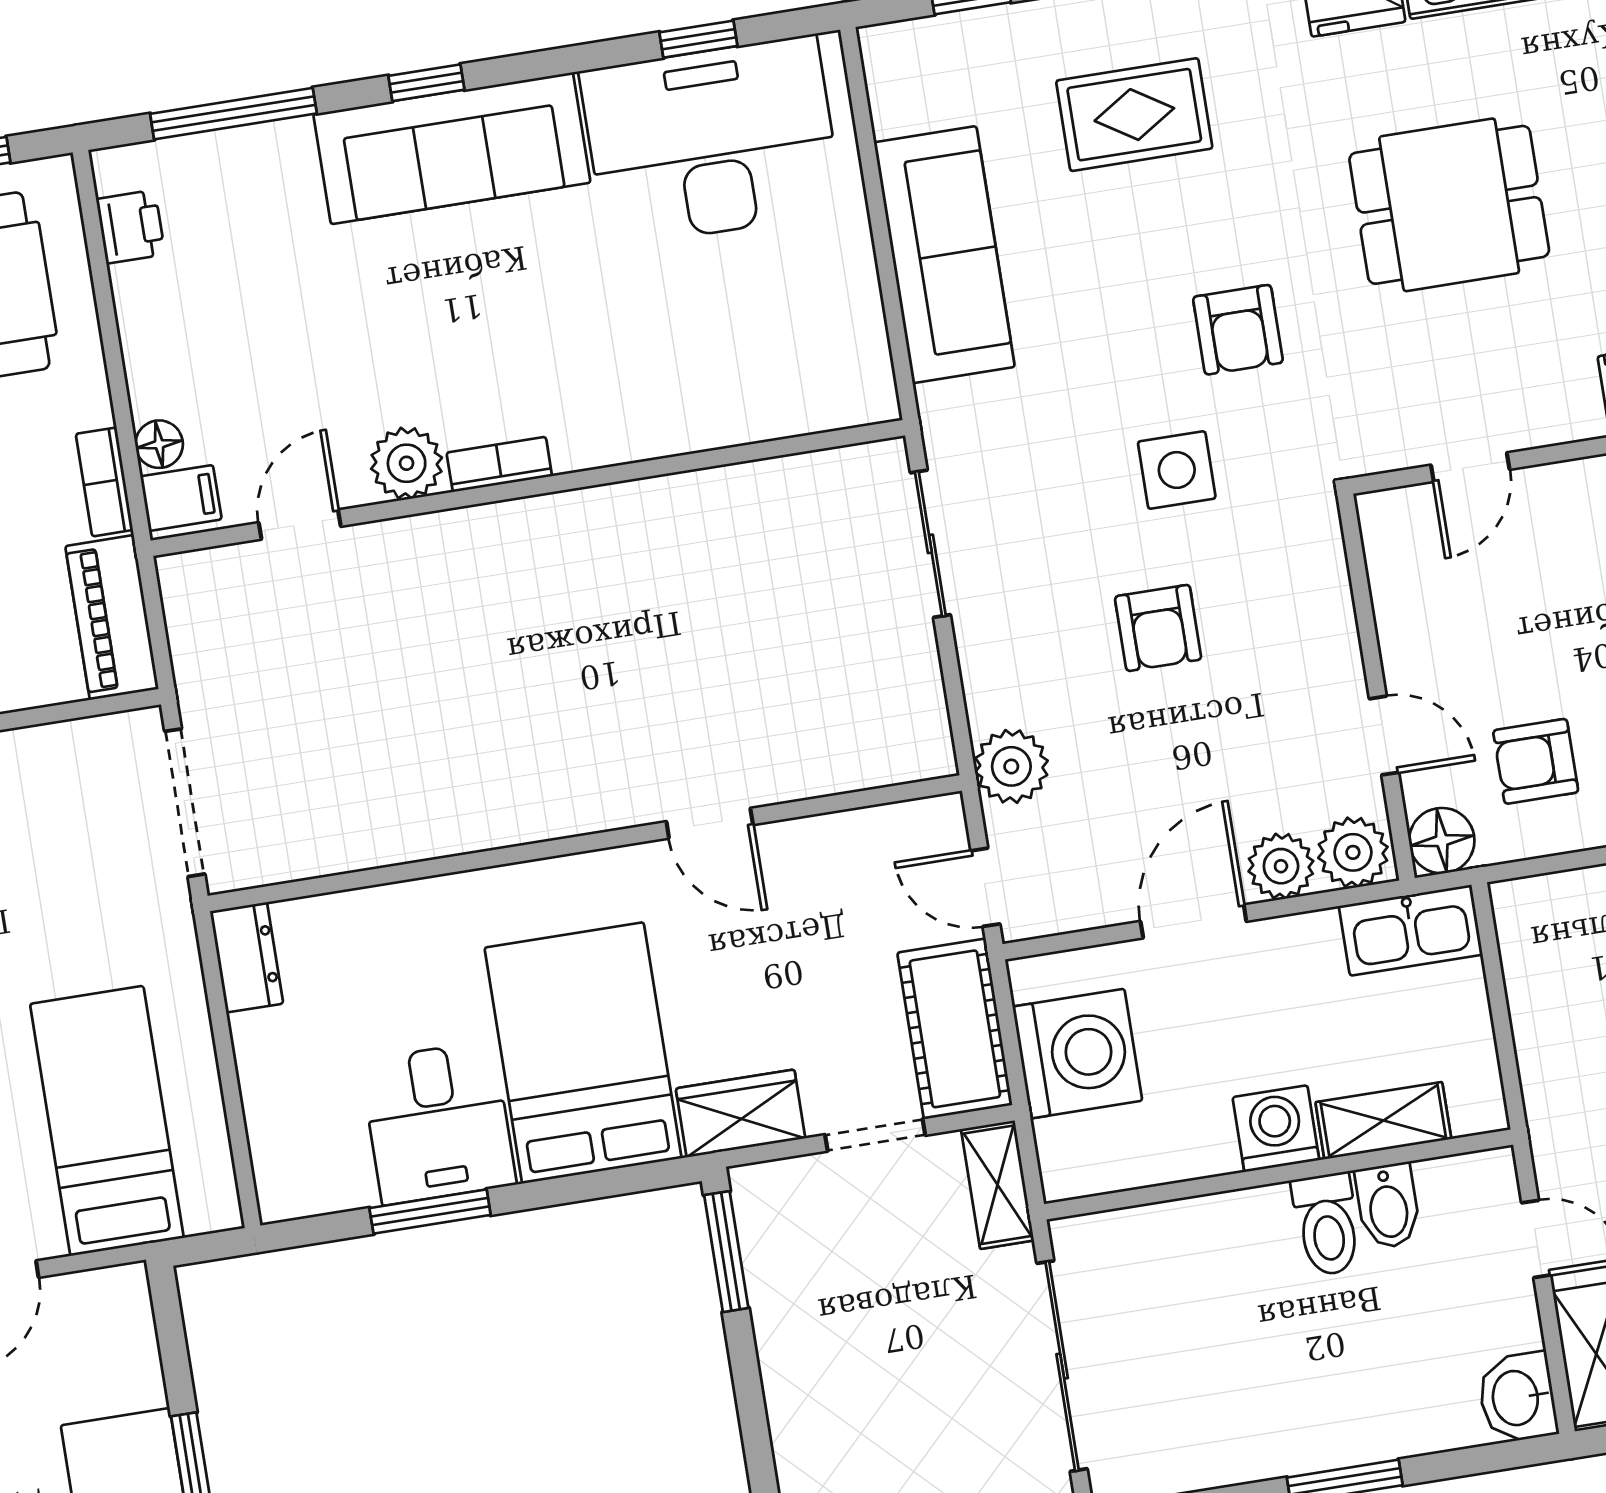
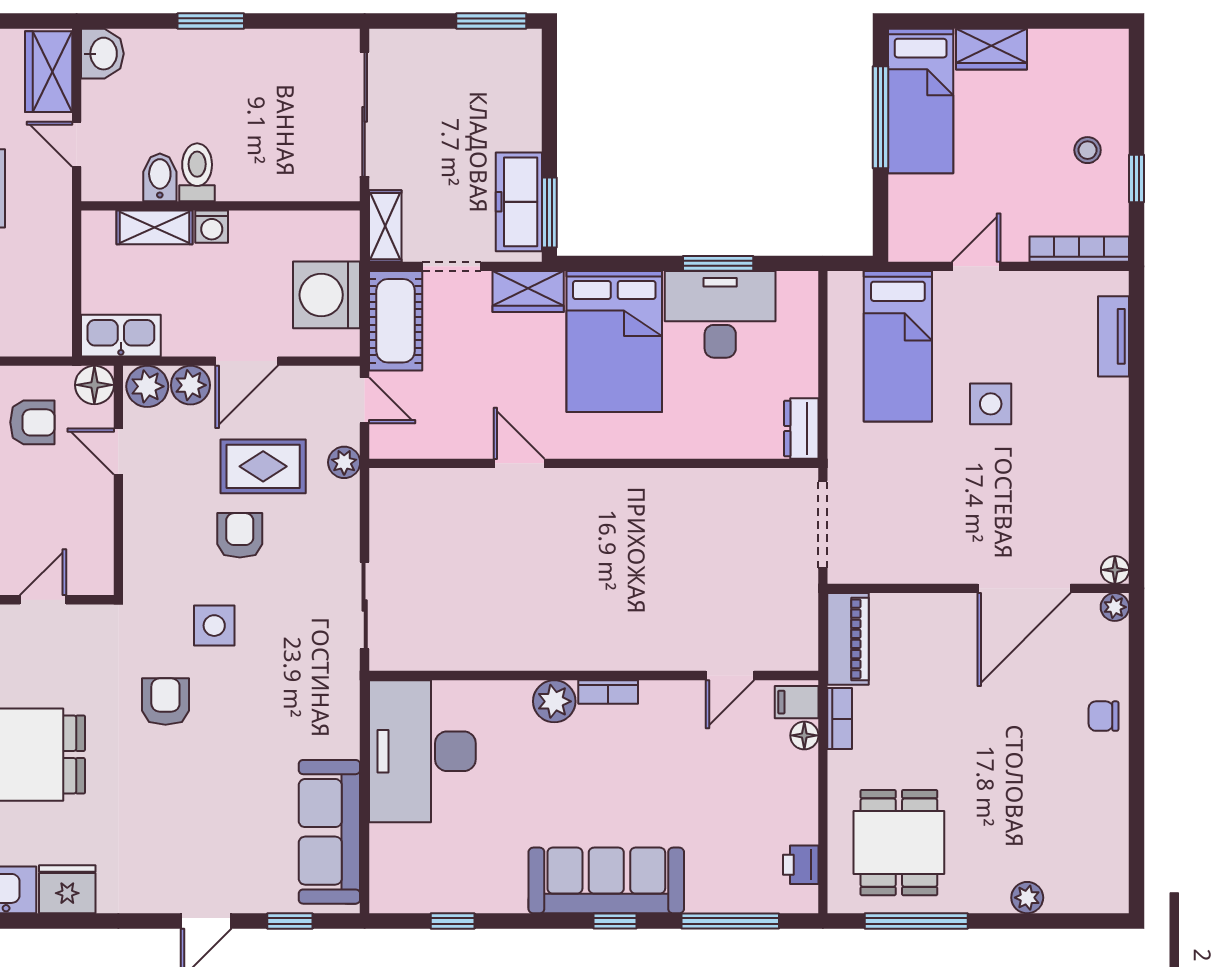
rug: (1134, 115) -> (263, 466), moved
desk: (711, 142) -> (422, 751), moved, turned 90
sofa: (944, 255) -> (329, 832), moved
plant: (407, 463) -> (554, 701), moved
plant: (1011, 766) -> (344, 462), width x0.73, depth x0.73
desk: (438, 1123) -> (720, 314), width x1.37
washing machine: (1276, 1129) -> (212, 227), width x0.73, depth x0.73
freezer: (780, 1261) -> (519, 202), added

